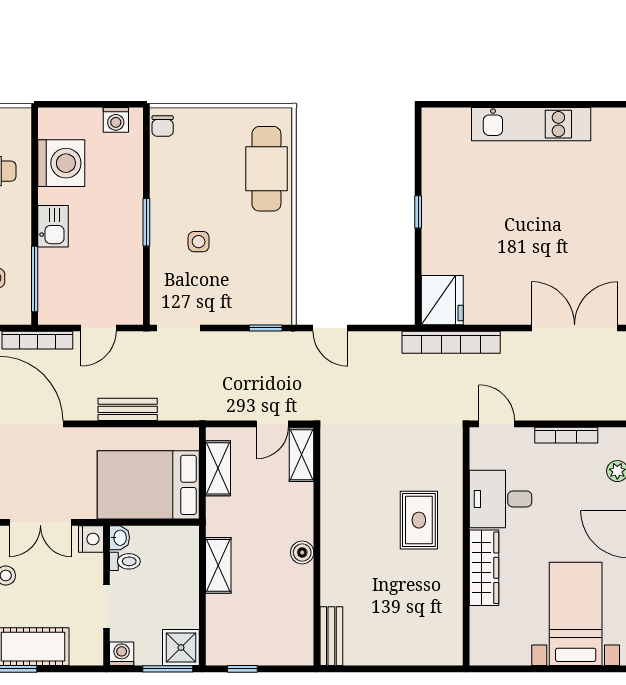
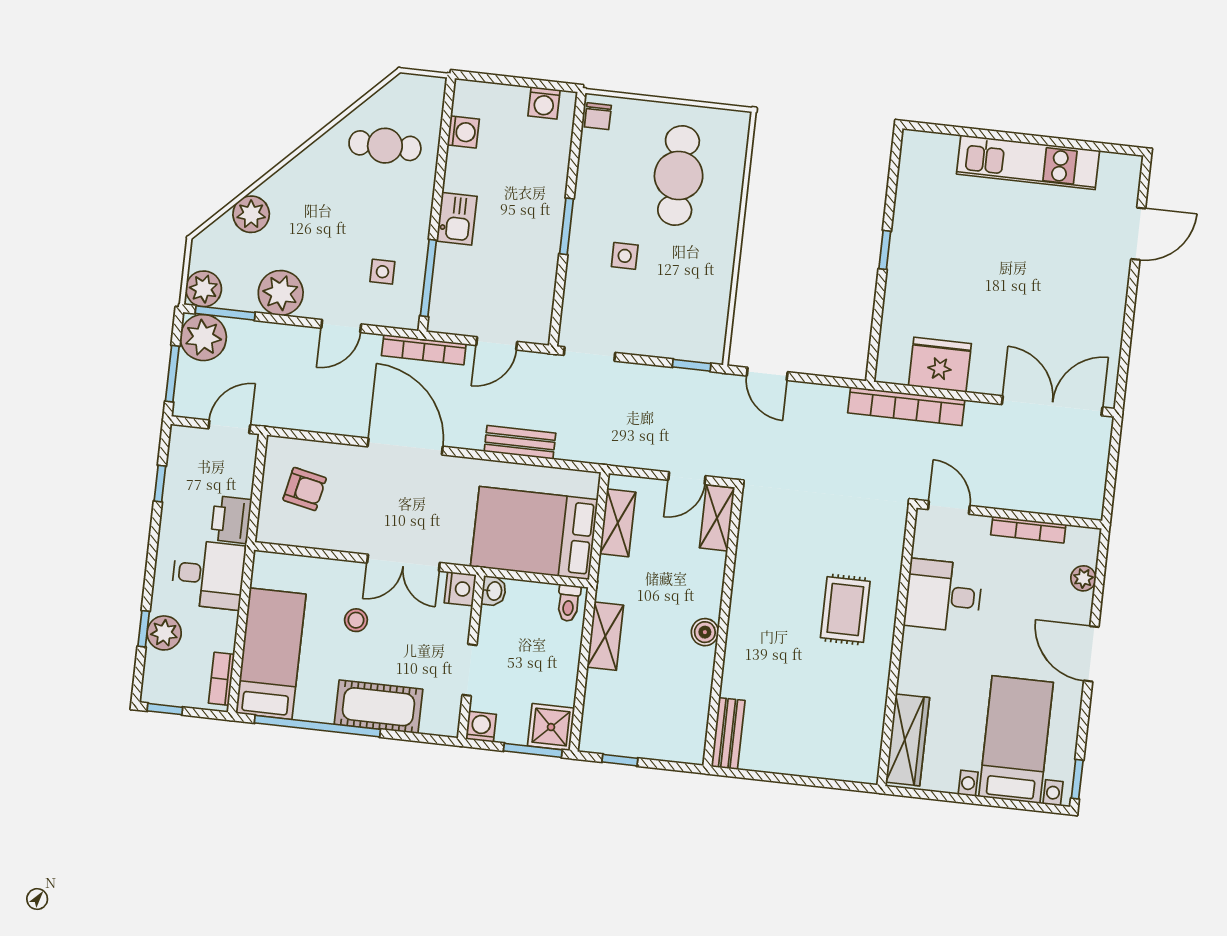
washing machine: (61, 163) -> (463, 132), width x0.53, depth x0.53
cafe table: (266, 169) -> (679, 176), moved
fridge: (442, 300) -> (940, 365), moved, turned -90
toilet: (125, 561) -> (569, 603), moved, turned 90
wardrobe: (484, 568) -> (908, 740), moved

